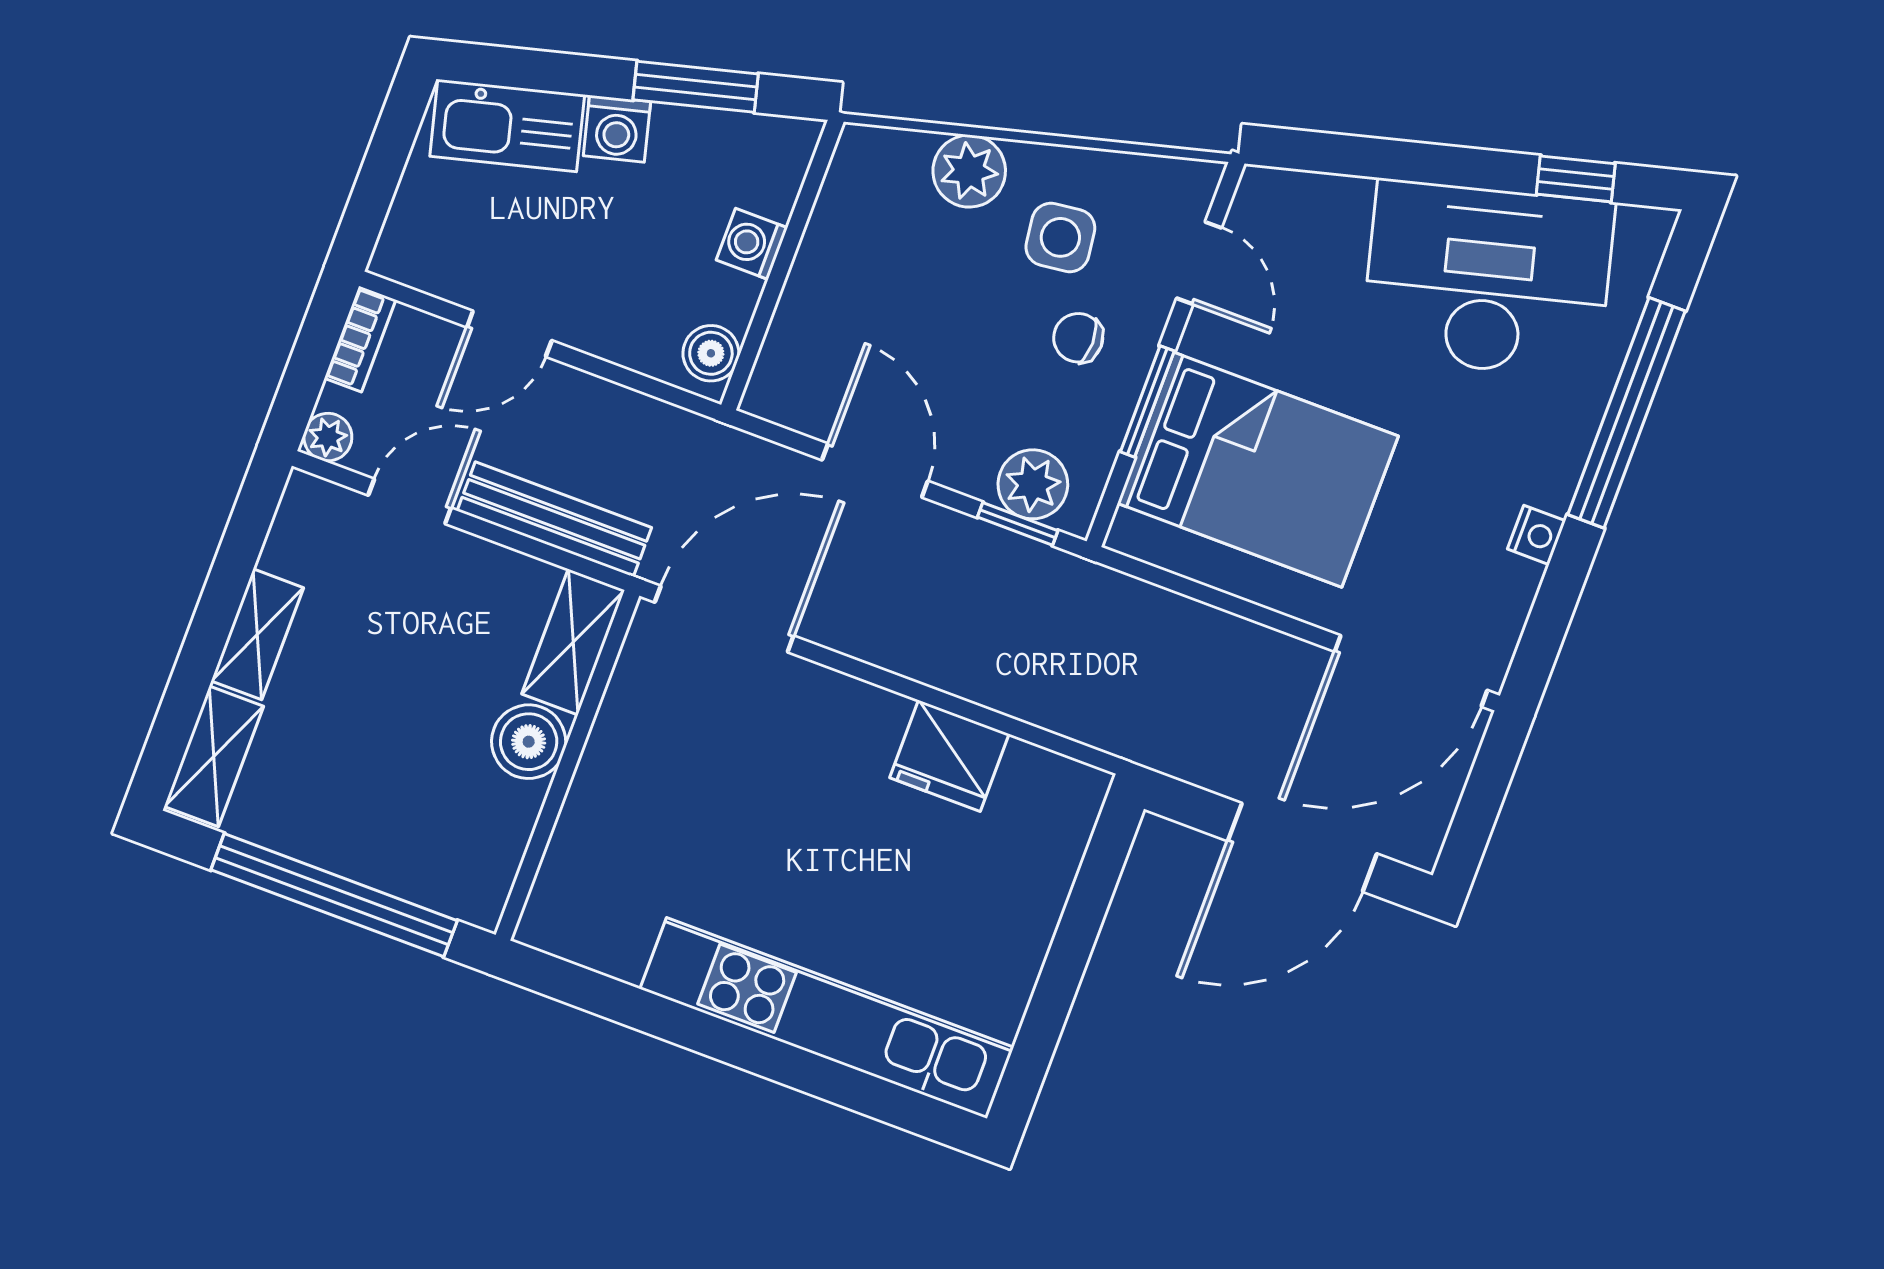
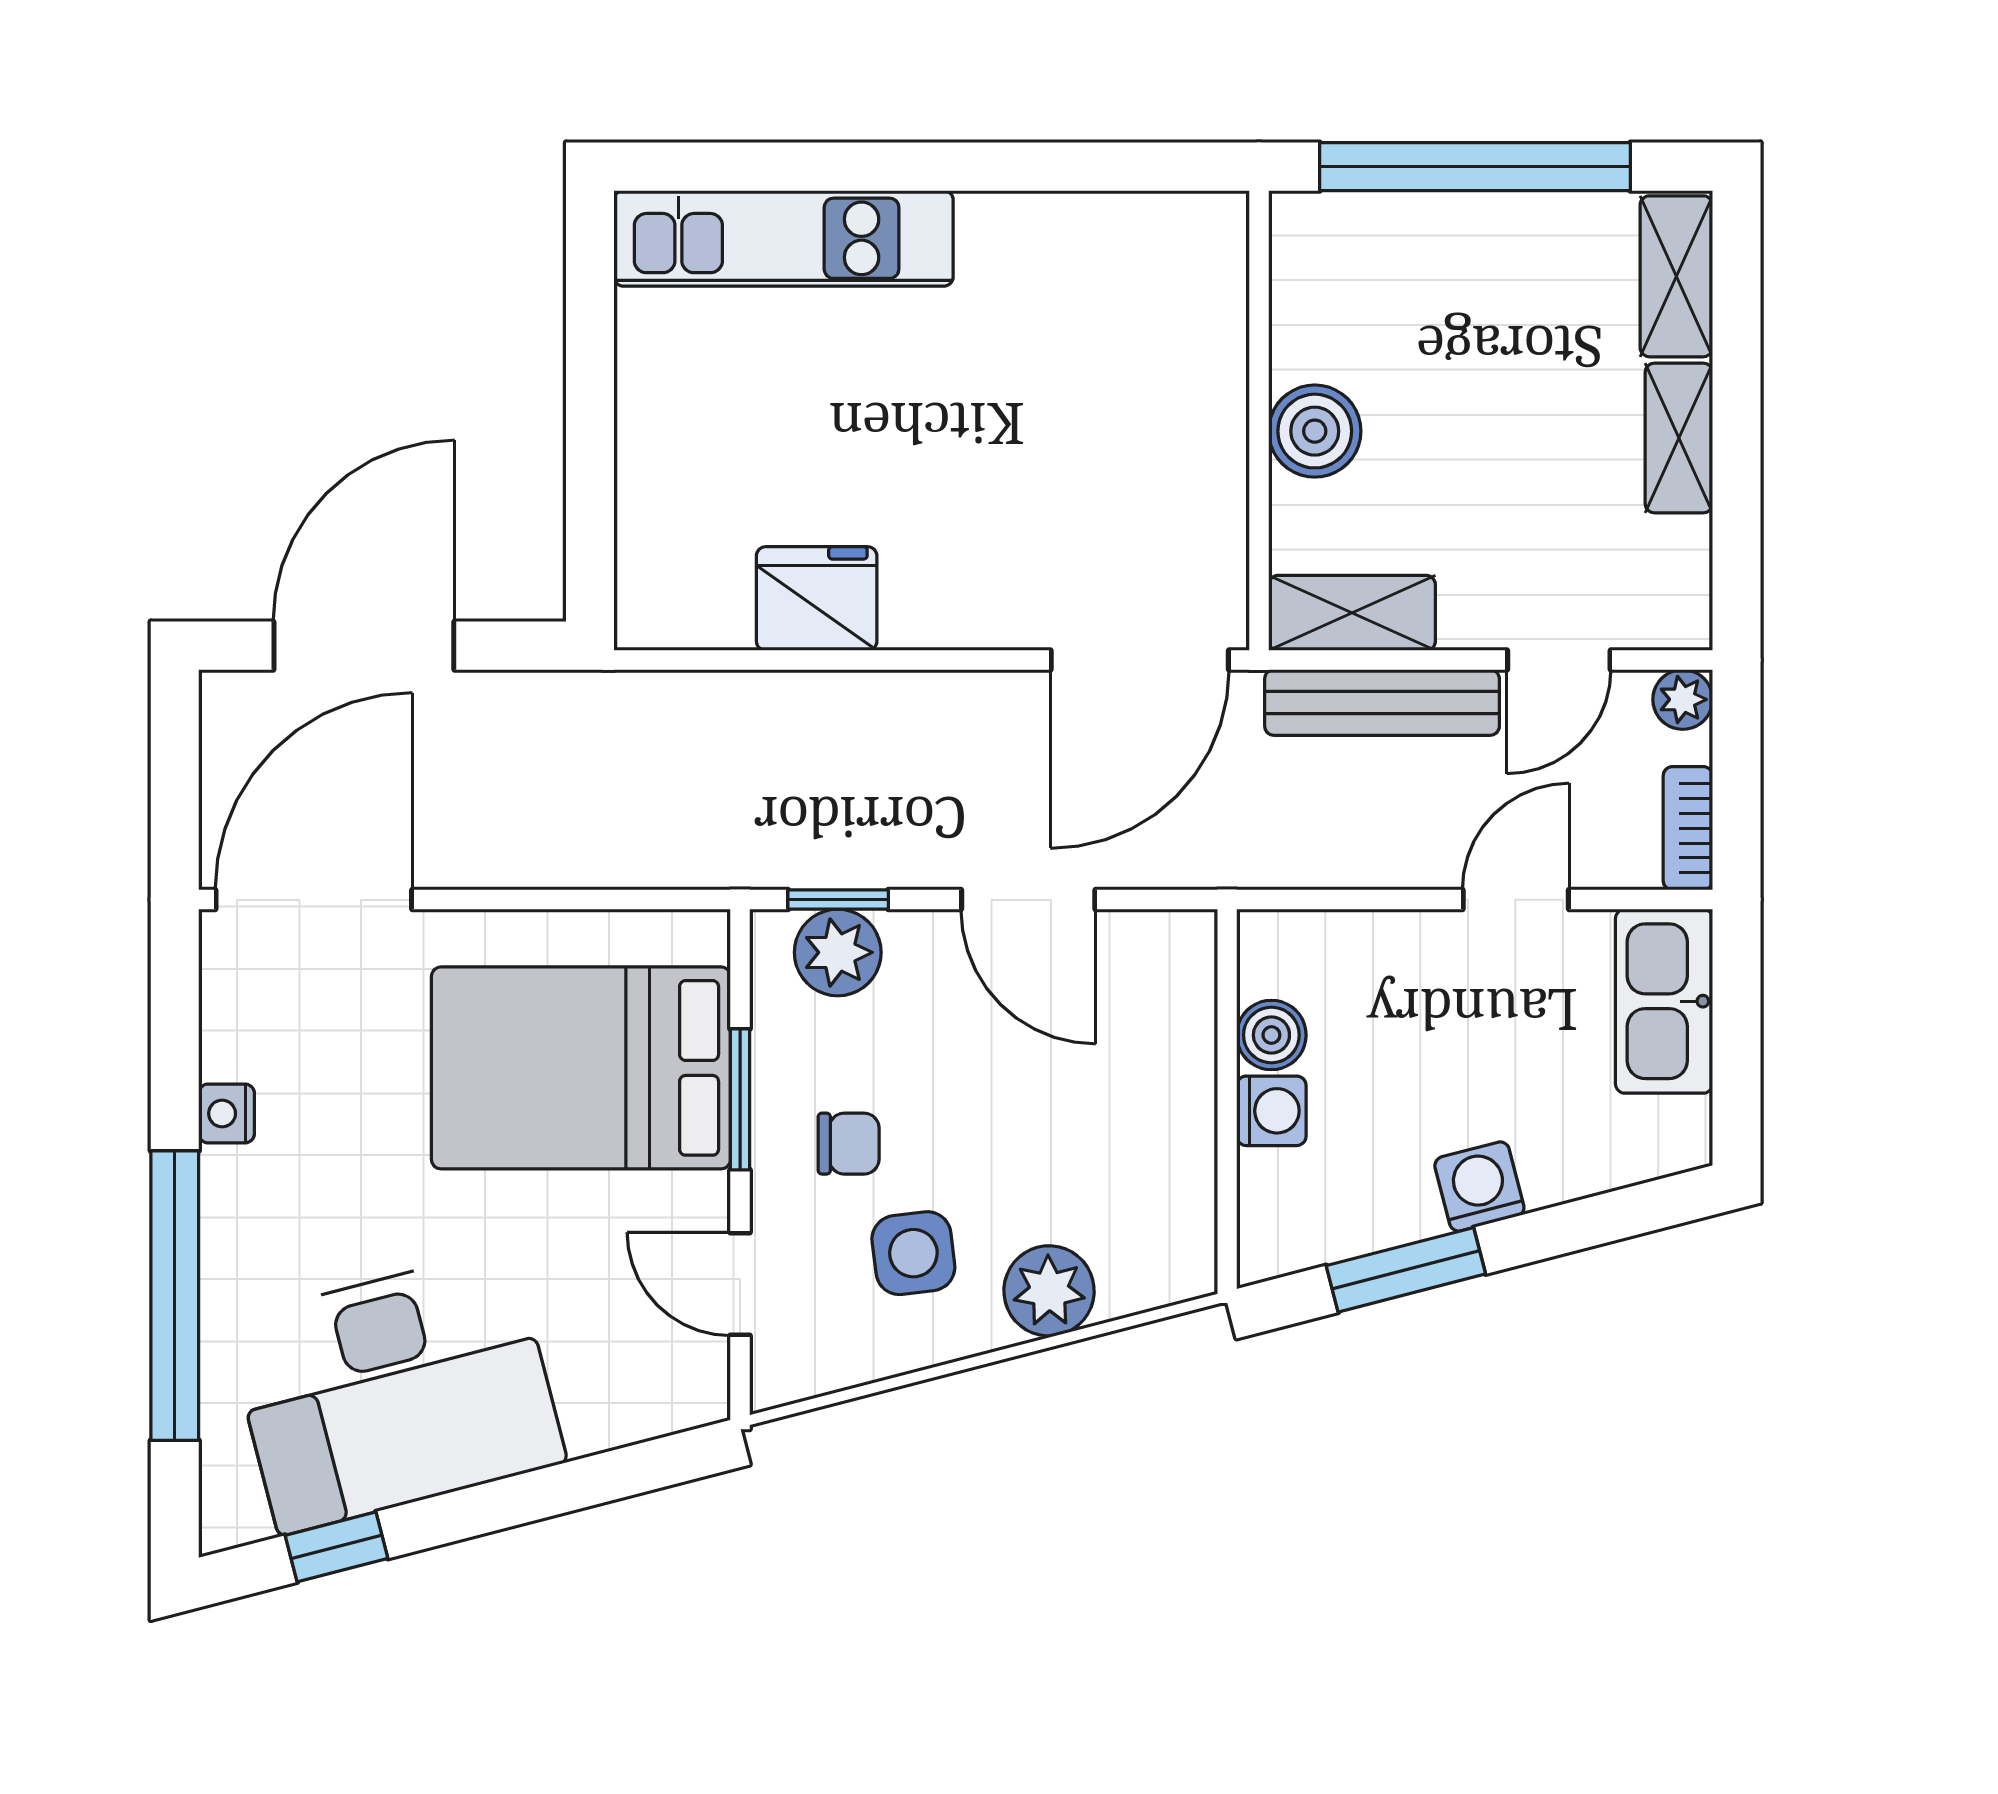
kitchen sink: (507, 125) -> (1664, 1001), moved, turned -75
boiler: (711, 353) -> (1271, 1035), moved
shelving: (573, 642) -> (1352, 613), moved, turned 90
kitchen unit: (827, 1018) -> (784, 238), width x0.73

